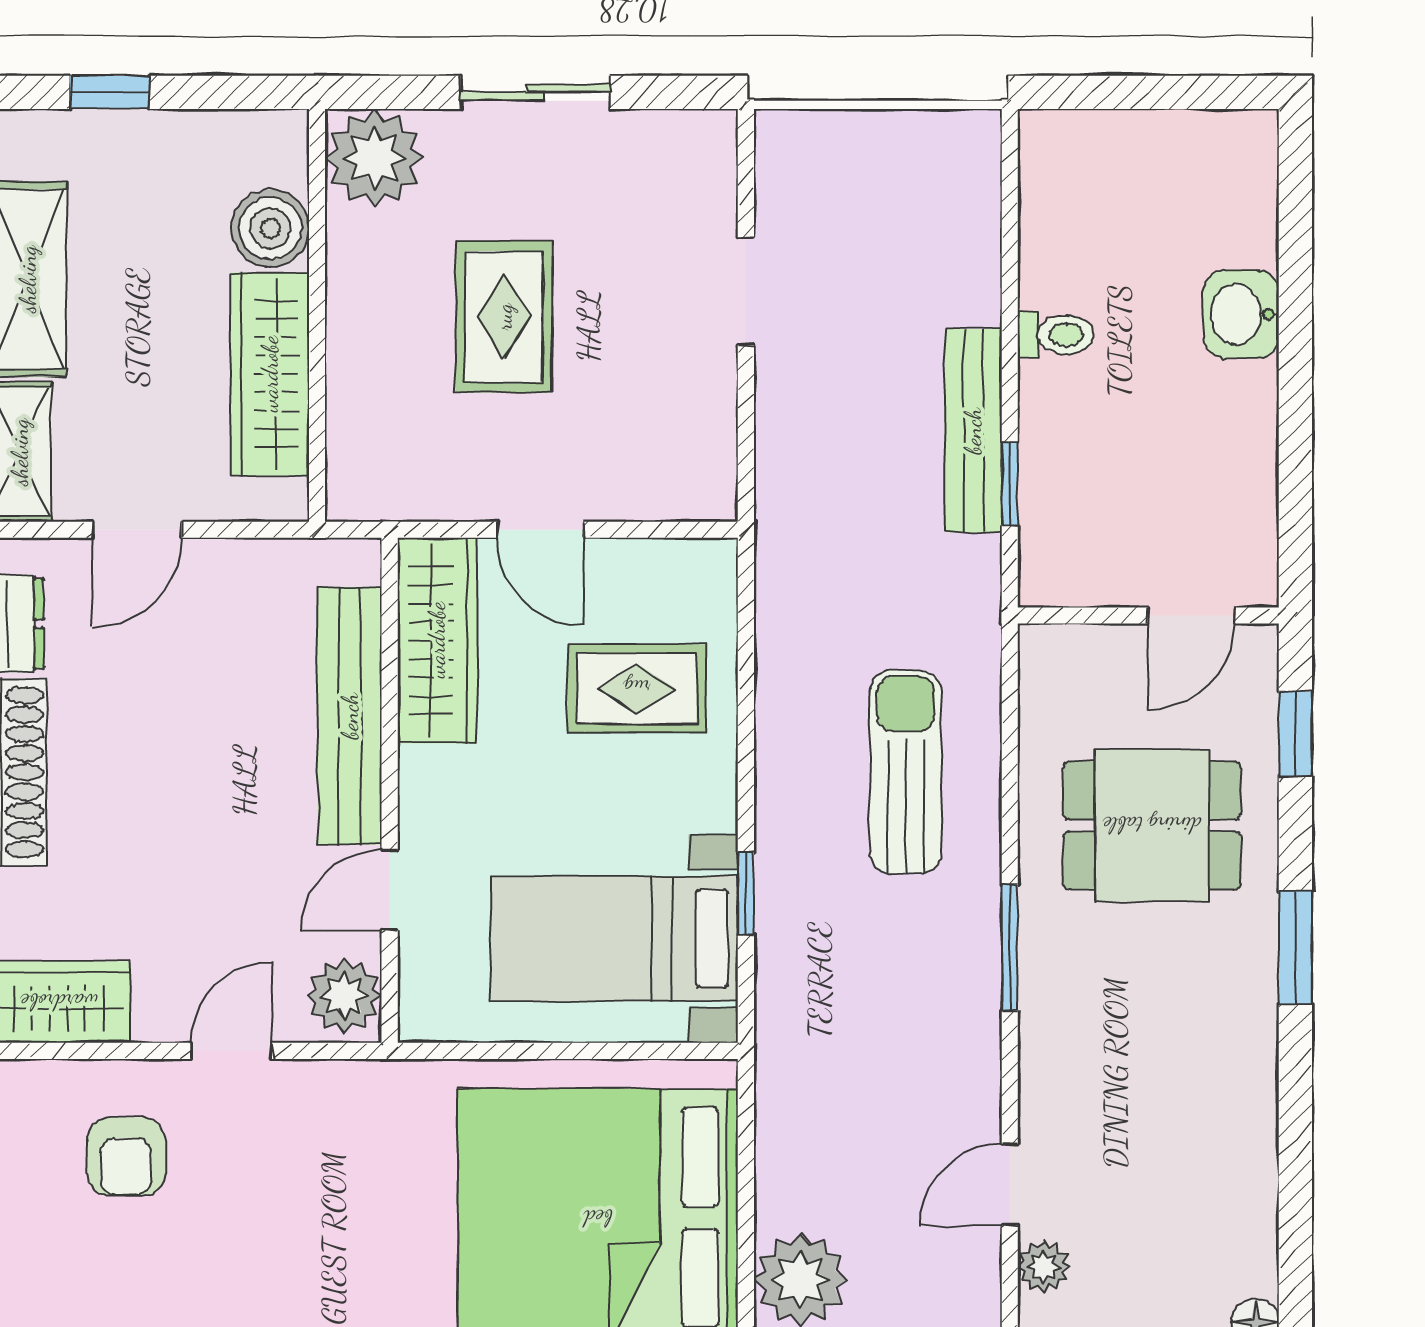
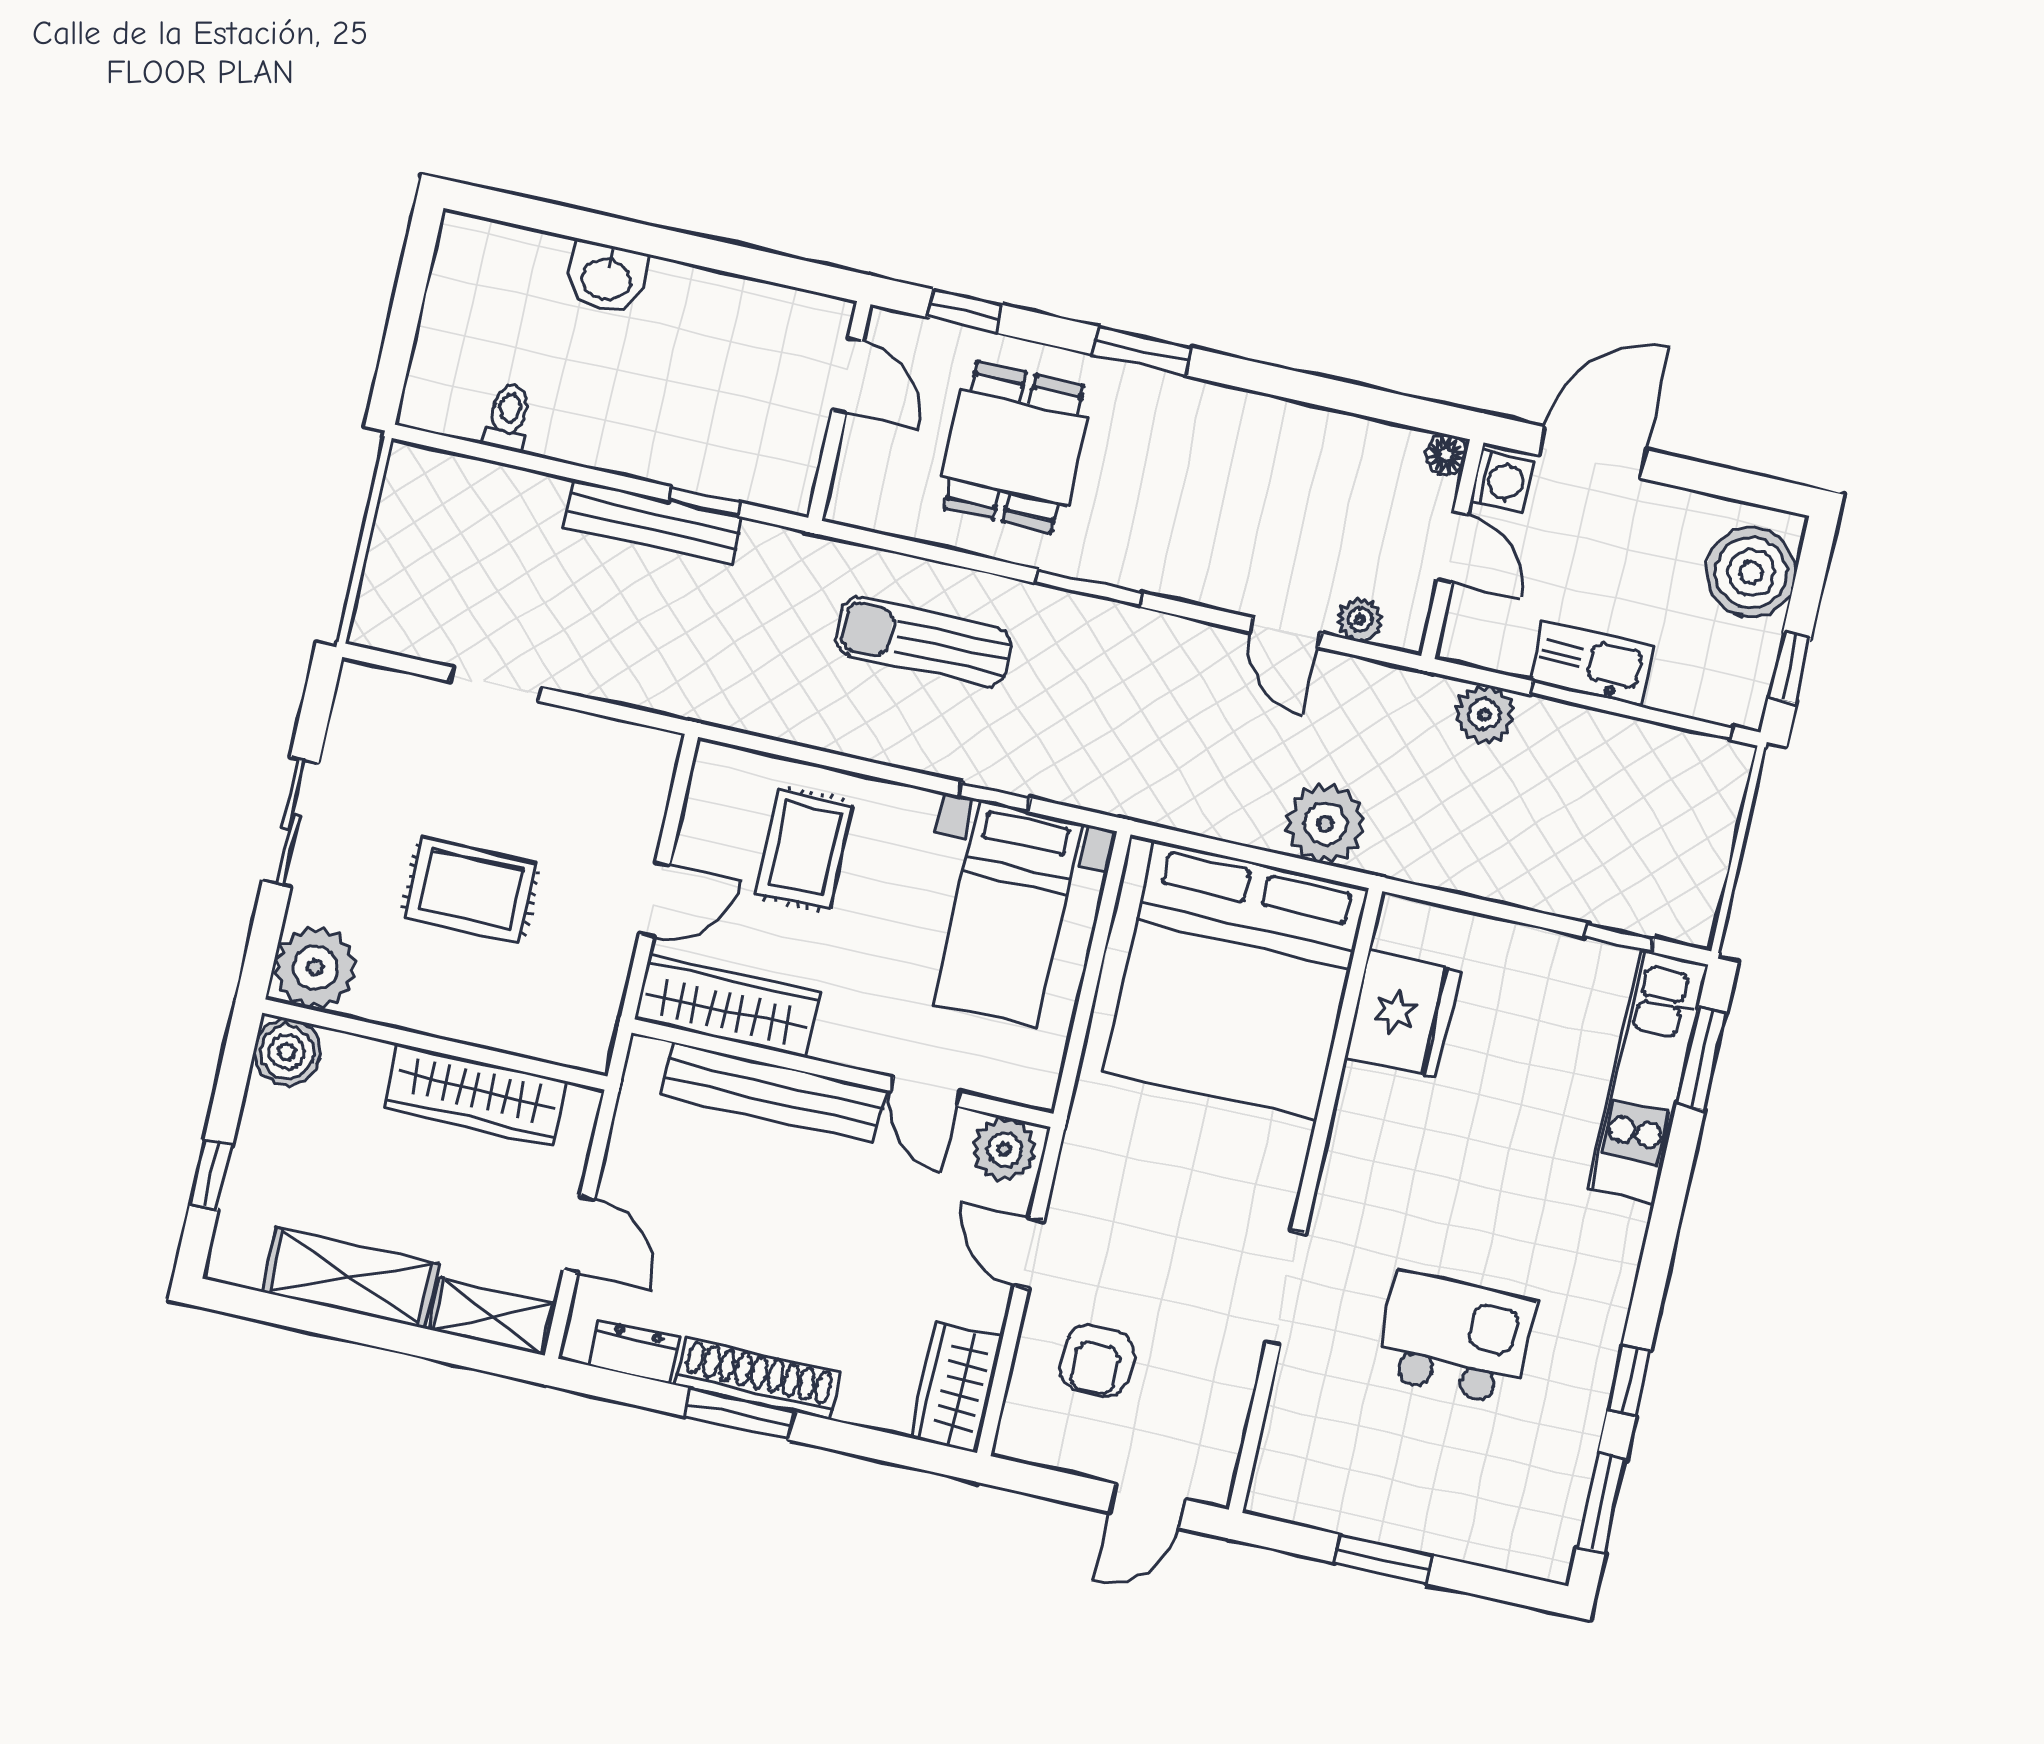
boiler: (270, 228) -> (287, 1052), moved
toilet: (1056, 335) -> (508, 417), moved
armchair: (126, 1157) -> (1097, 1360), turned 92

